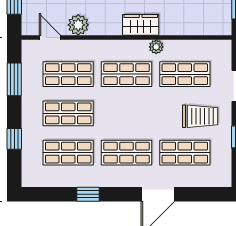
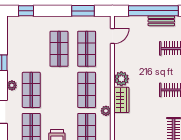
plant: (78, 25) -> (121, 79), moved
window: (14, 139) -> (26, 11), moved
shop shelf: (68, 153) -> (31, 49), removed
plant: (120, 180) -> (12, 85), added

